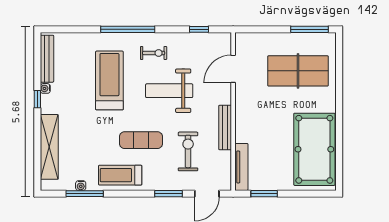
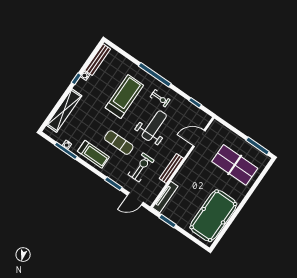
weight bench: (169, 91) -> (154, 126), turned 90
treadmill: (120, 175) -> (93, 154), turned 180

